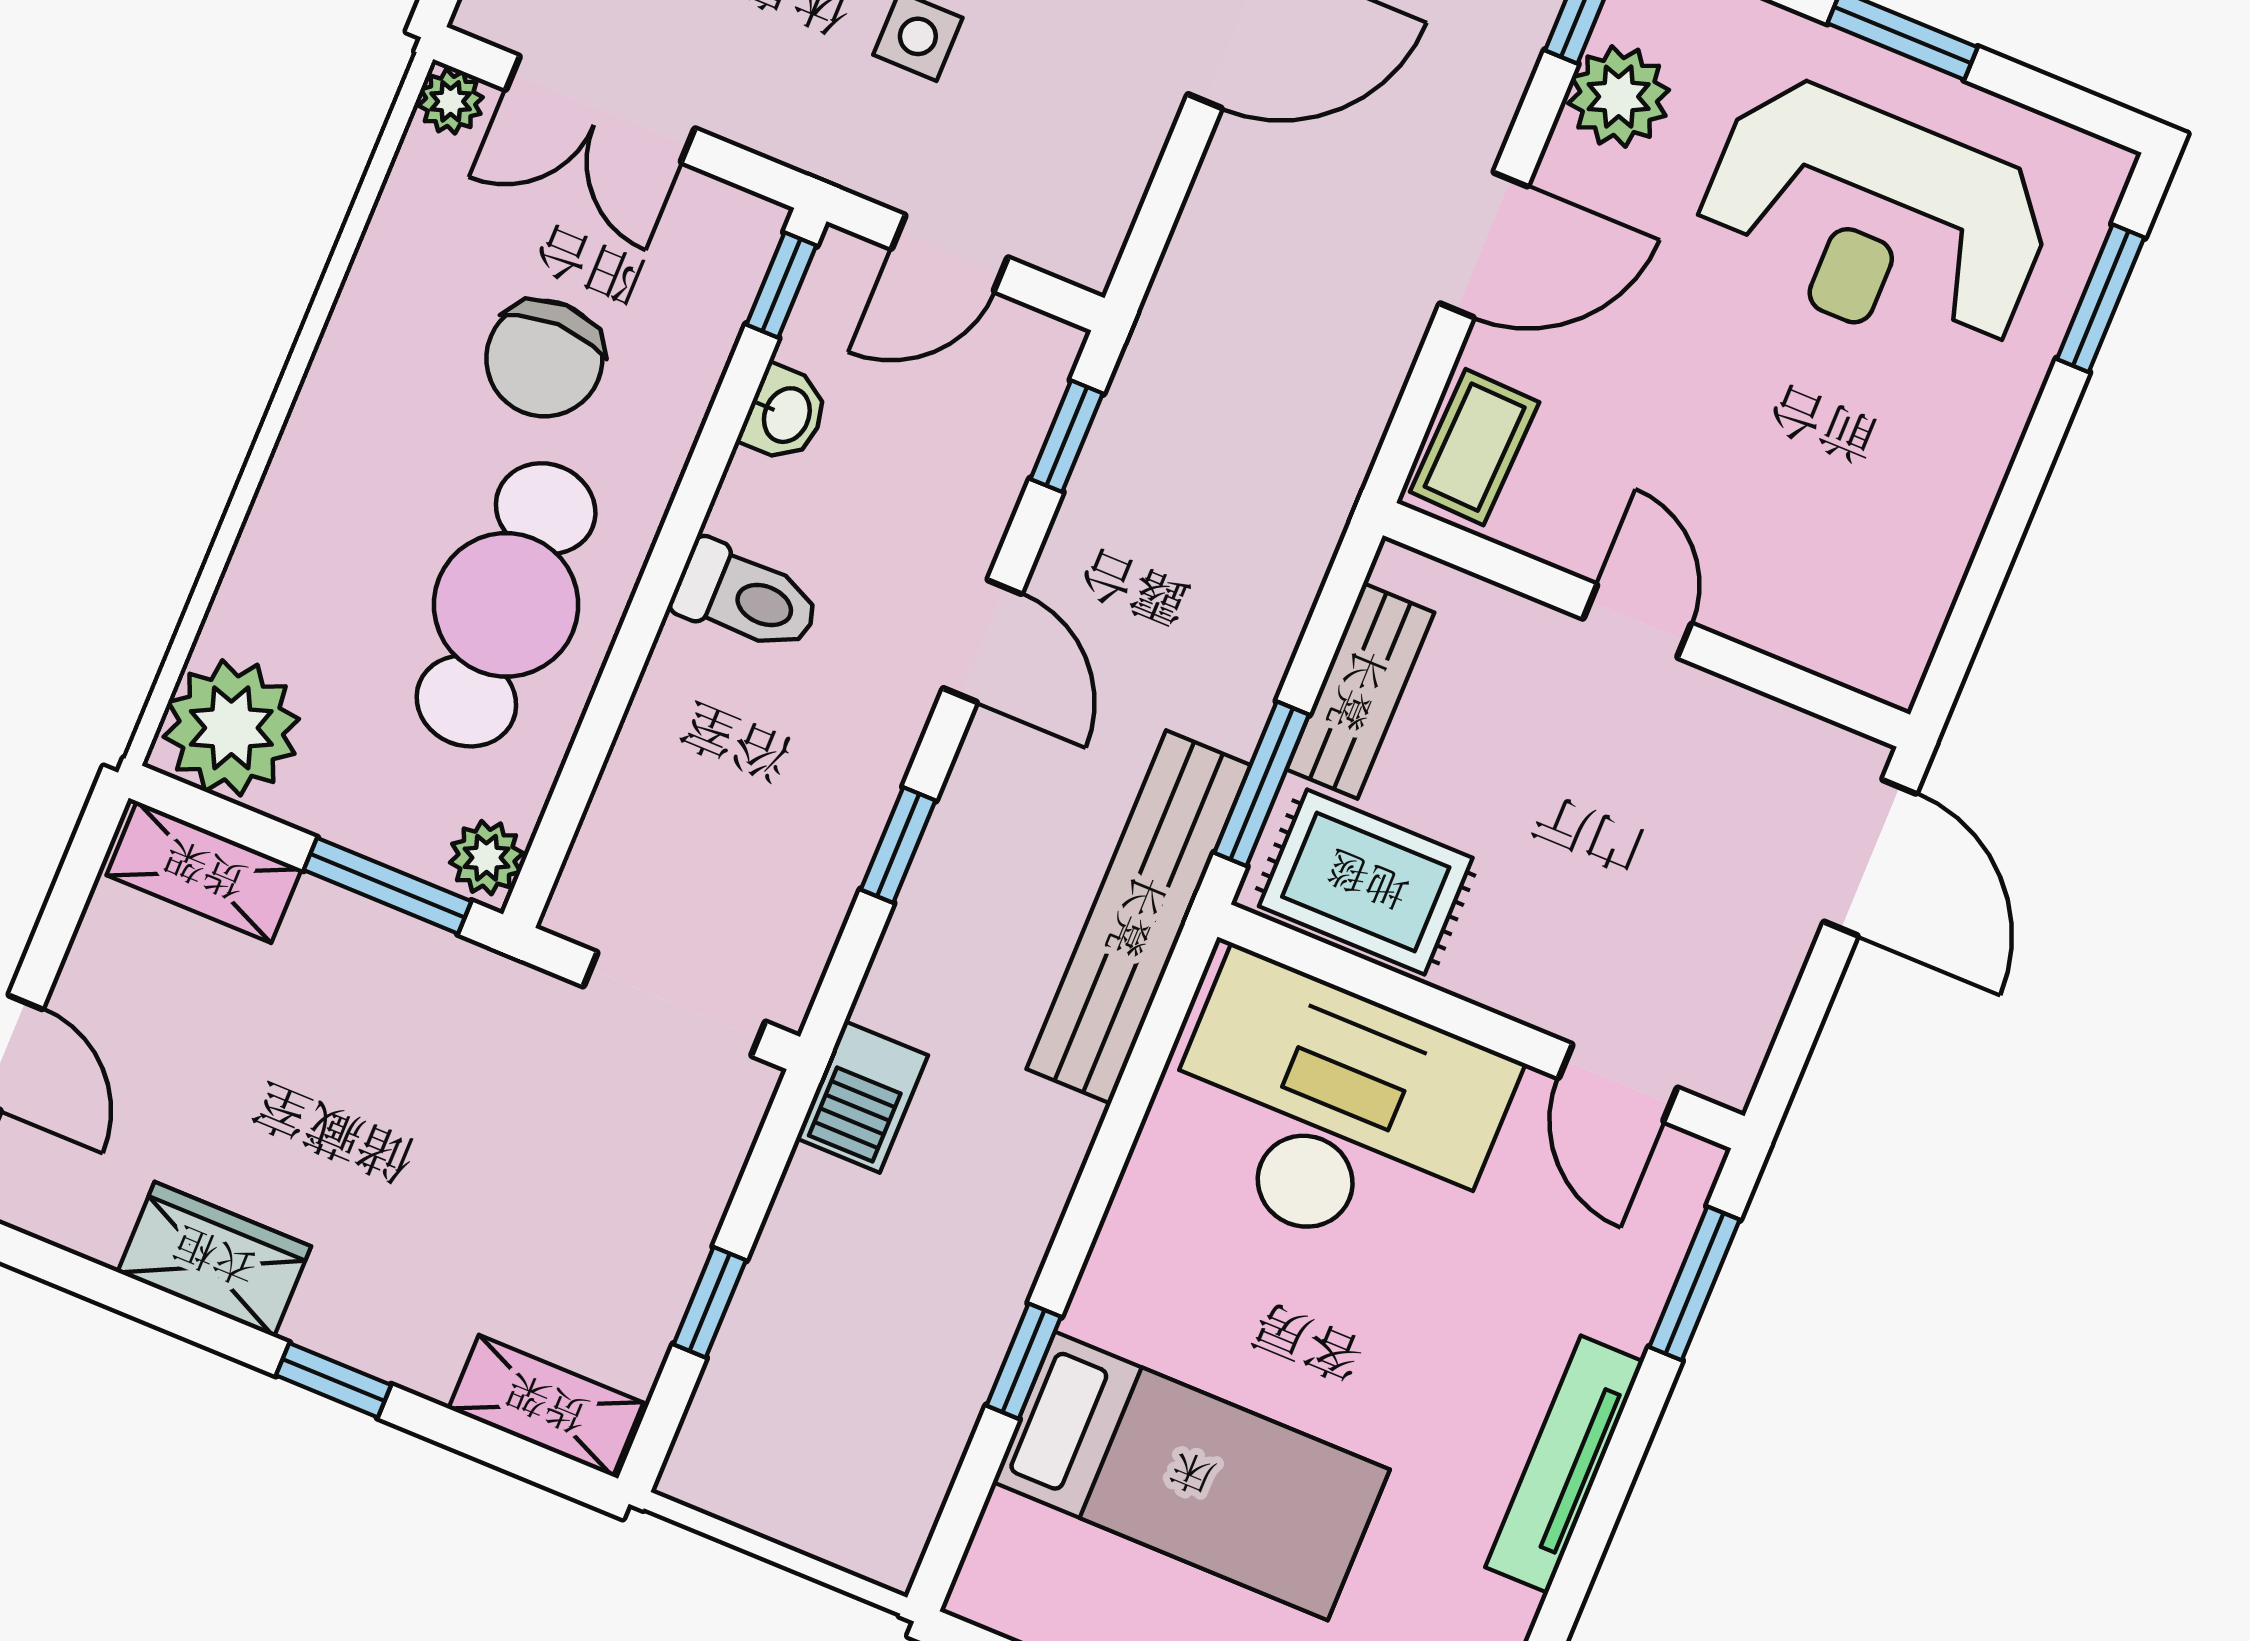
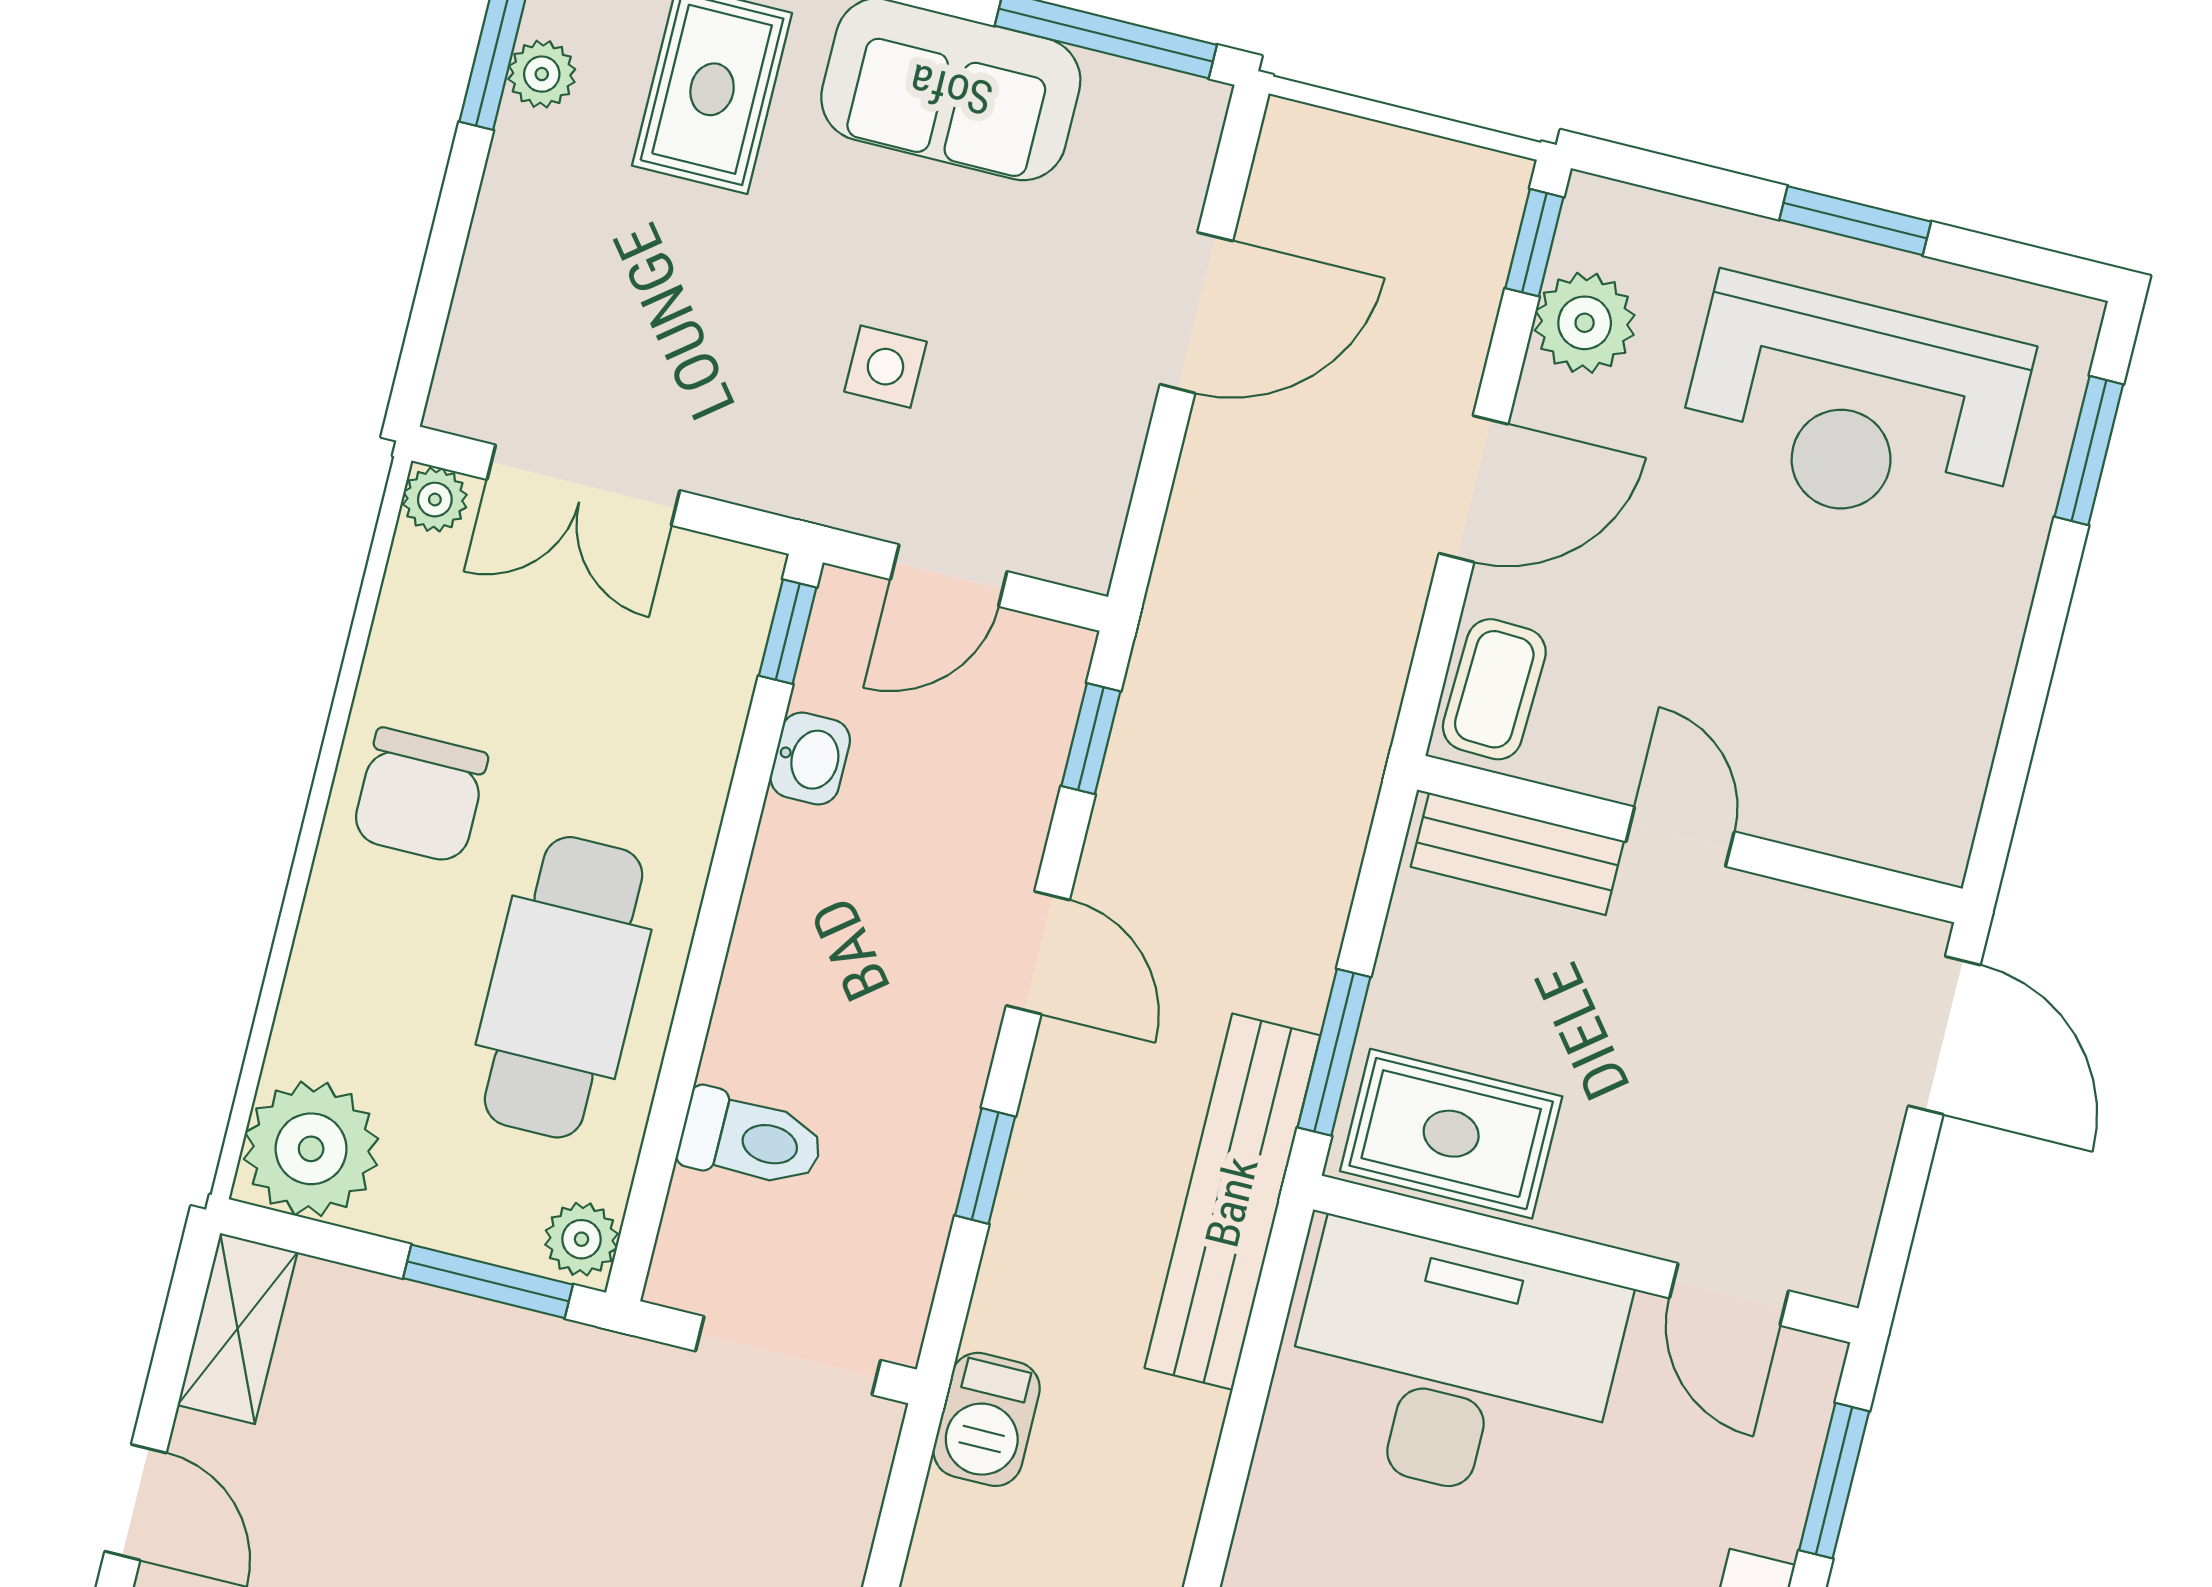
chair: (544, 359) -> (420, 796), moved
toilet: (746, 598) -> (751, 1140), moved
bench: (1360, 691) -> (1517, 854), moved, turned 90
shelving: (204, 872) -> (237, 1329), moved, turned 90

